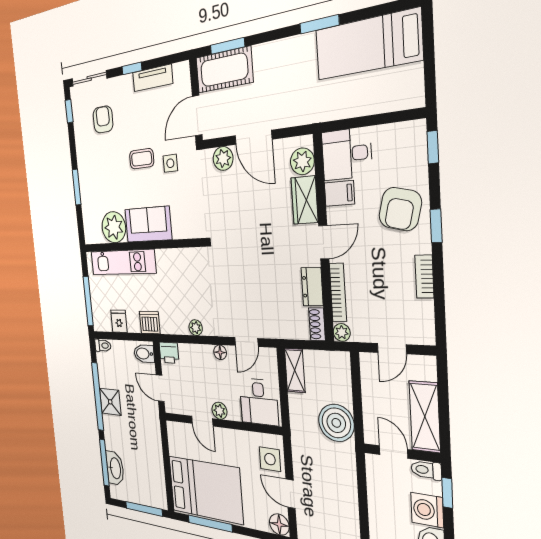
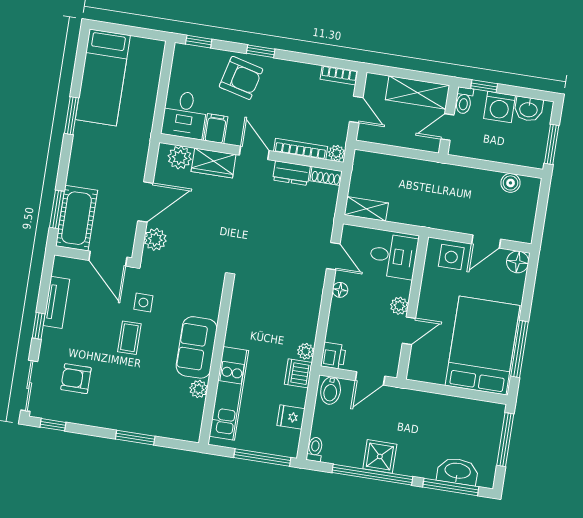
plant: (114, 227) -> (199, 389), width x0.53, depth x0.53
bookcase: (424, 277) -> (339, 75), moved
plant: (196, 328) -> (306, 351), moved
boiler: (336, 423) -> (510, 183), moved, width x0.54, depth x0.54

